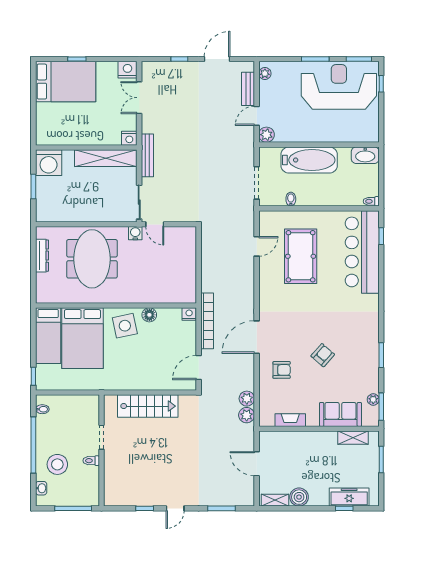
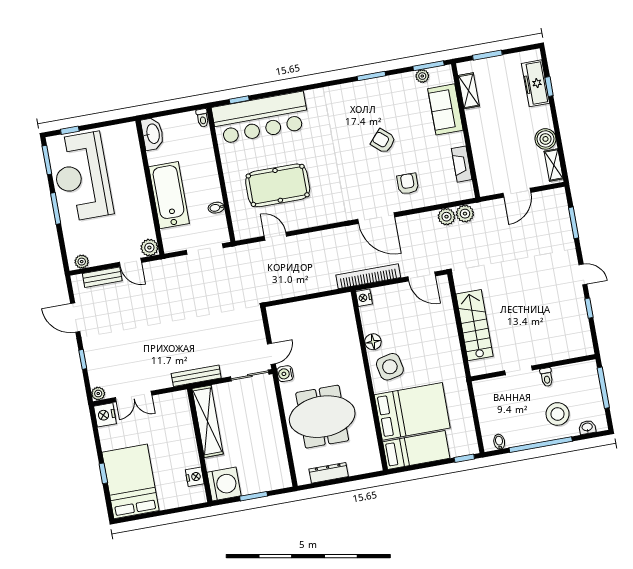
plant: (147, 67) -> (98, 394), added
nightstand: (129, 138) -> (195, 477), moved

